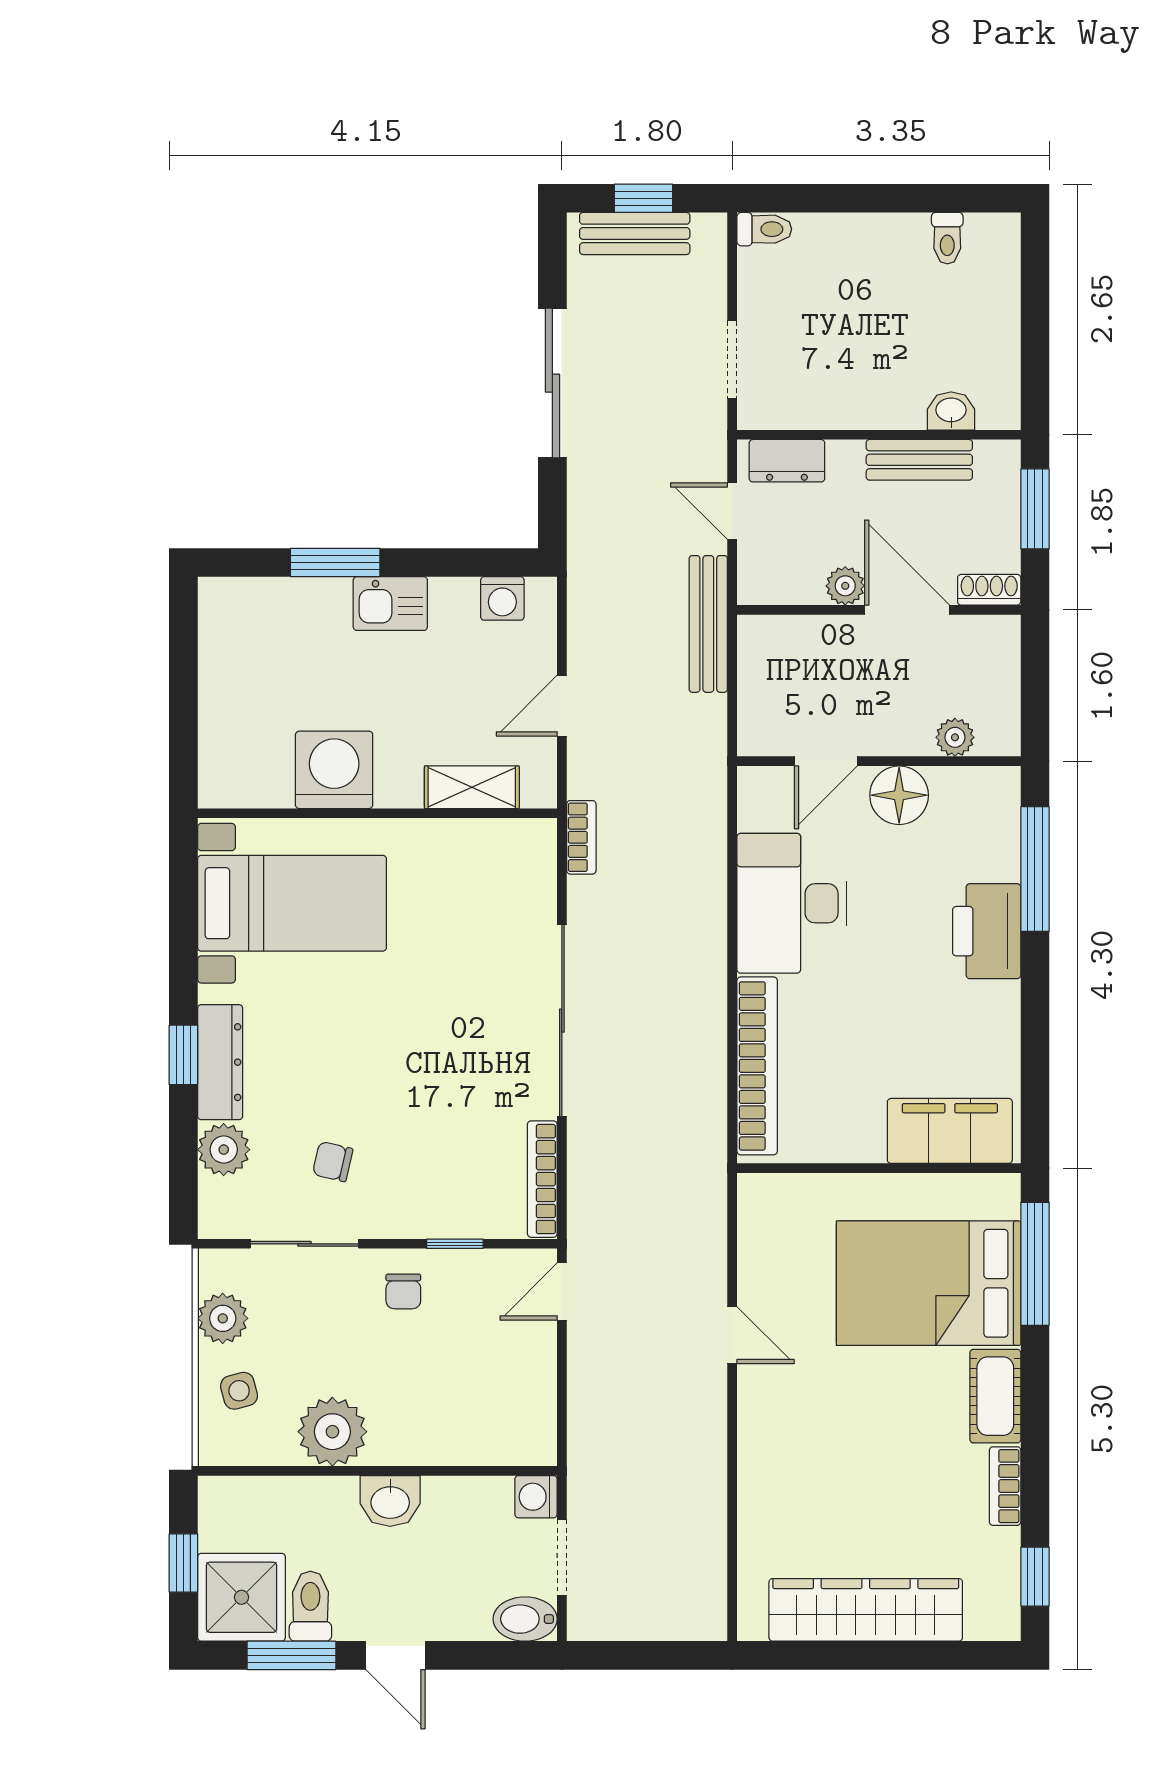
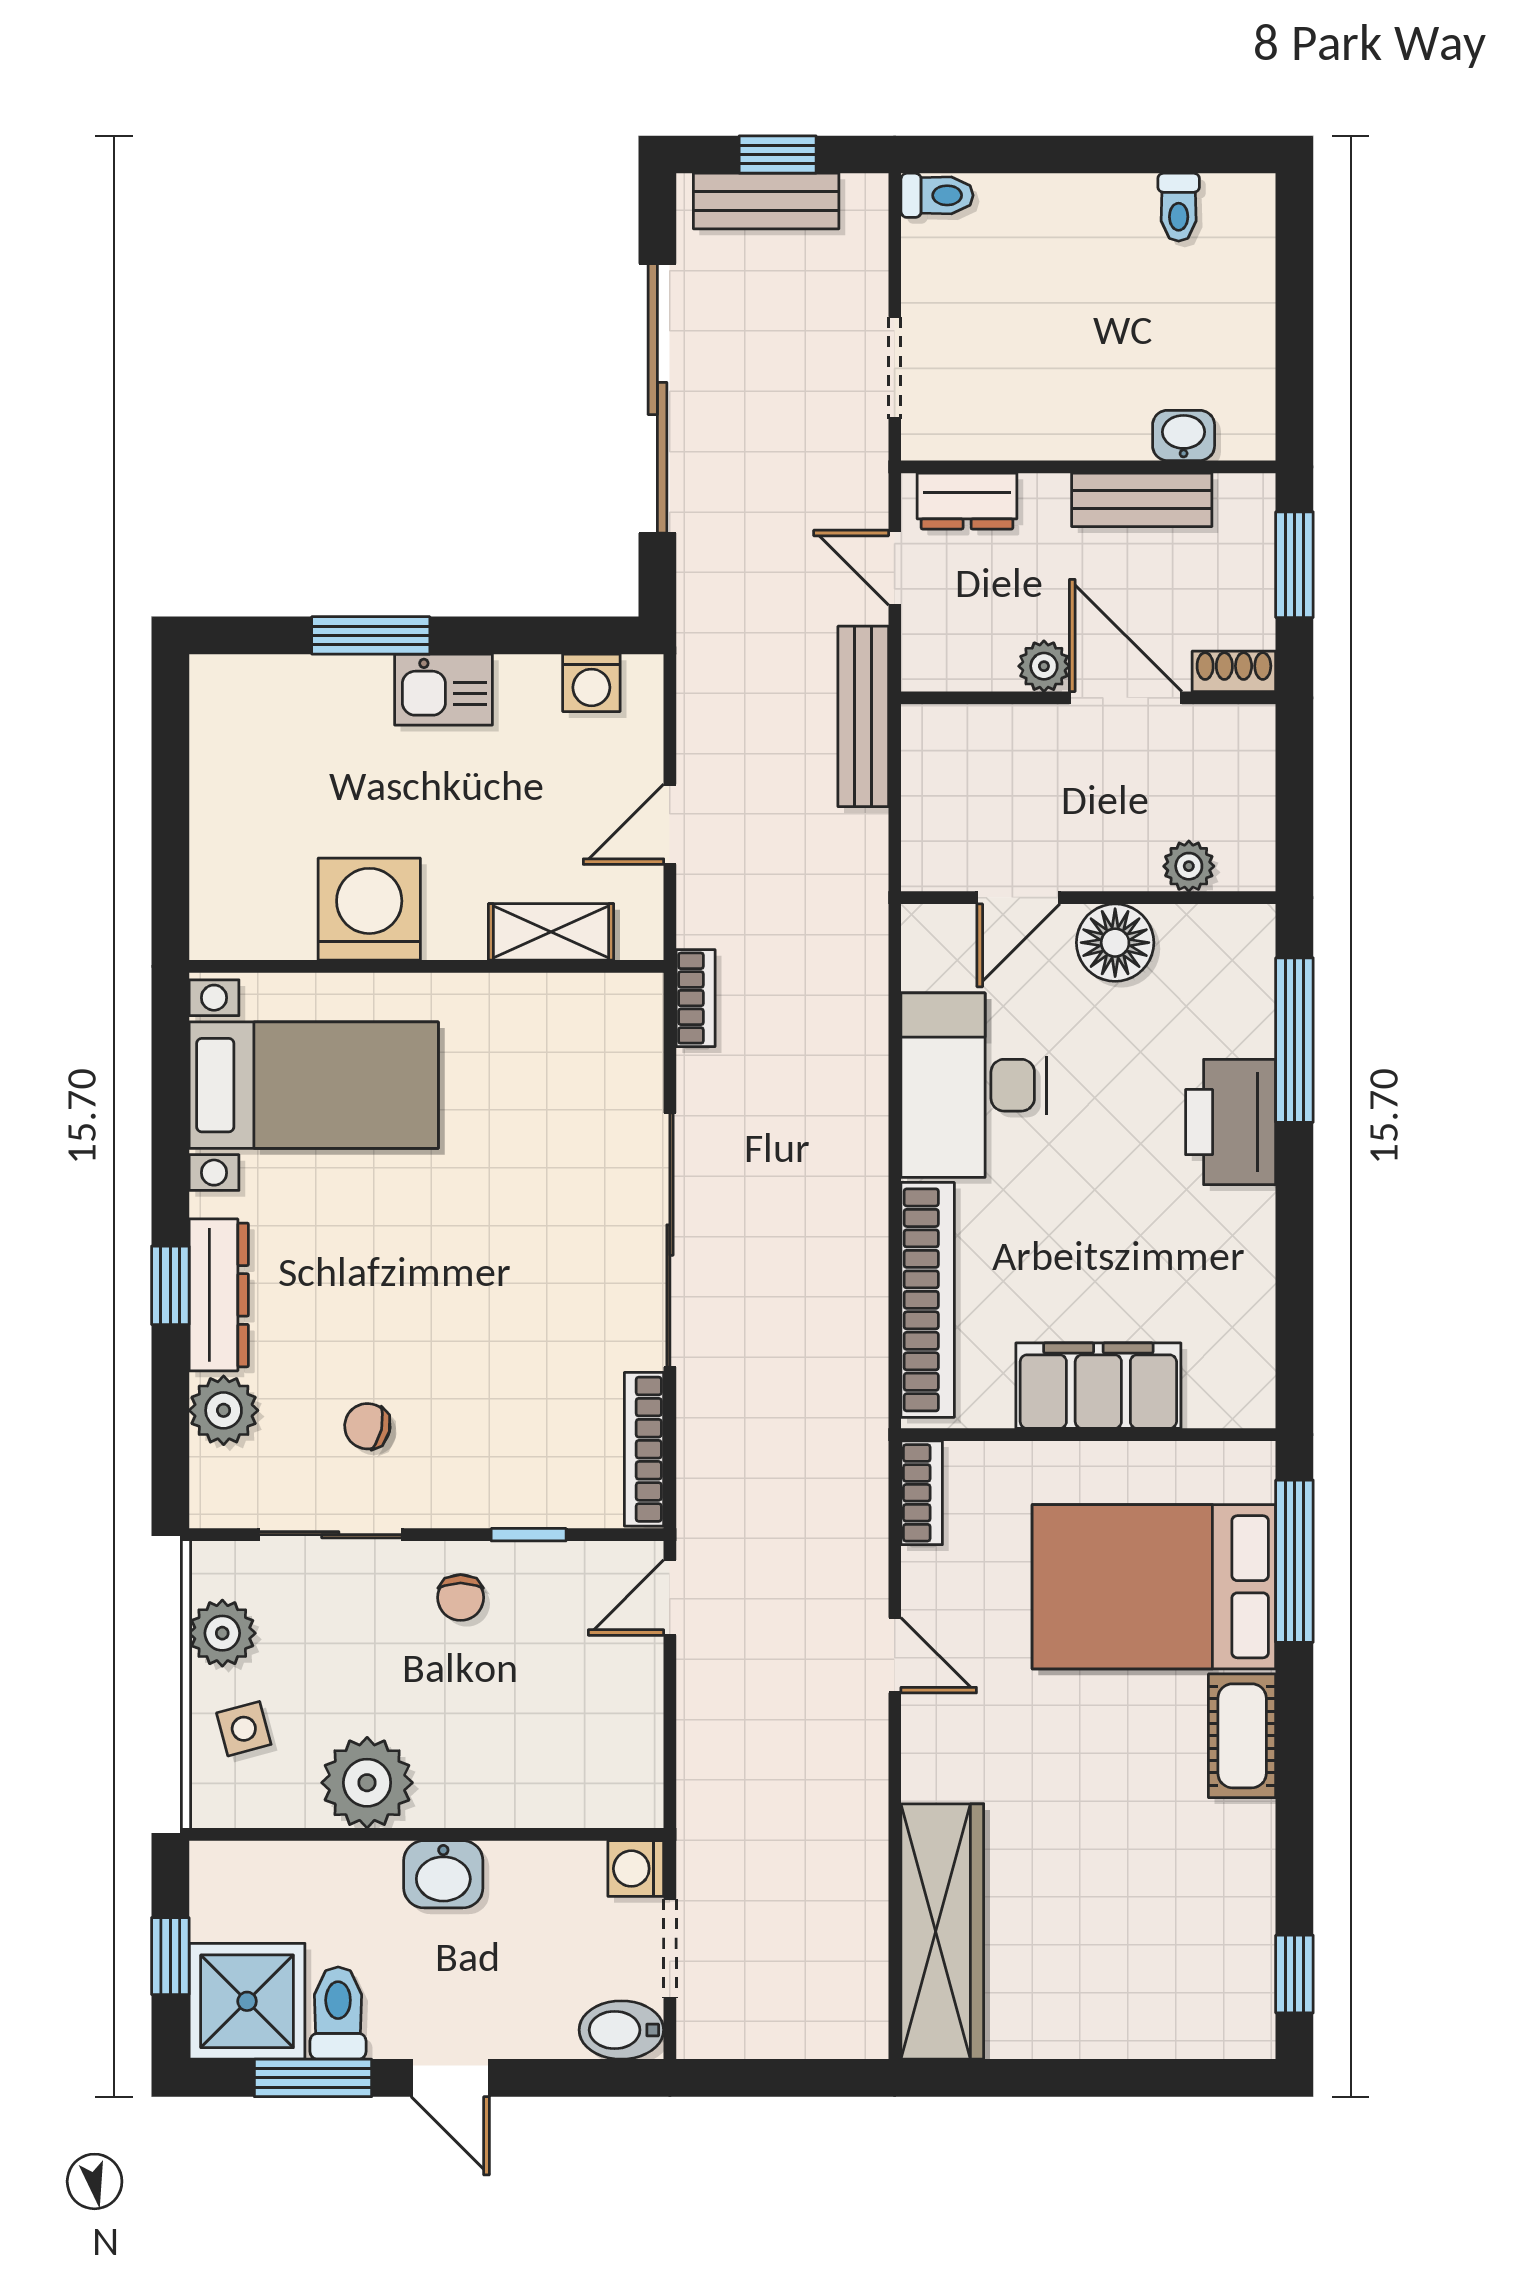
sliding door: (552, 383) -> (657, 398), width x1.36
filing cabinet: (950, 1131) -> (1098, 1386), moved
bookcase: (1005, 1486) -> (922, 1493), moved, turned 180
wardrobe: (866, 1610) -> (942, 1932), moved, turned 90

